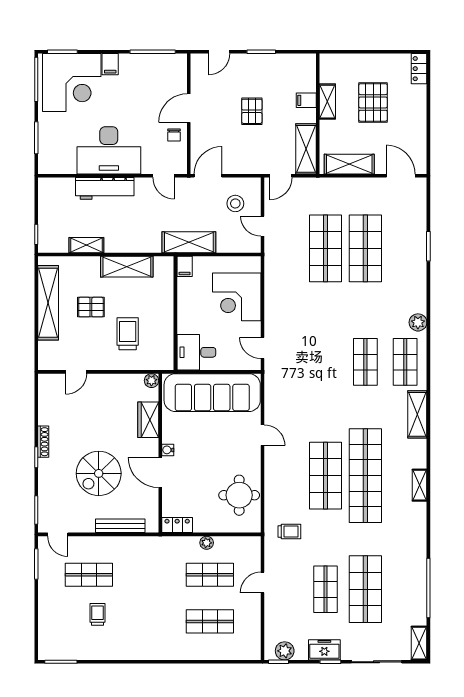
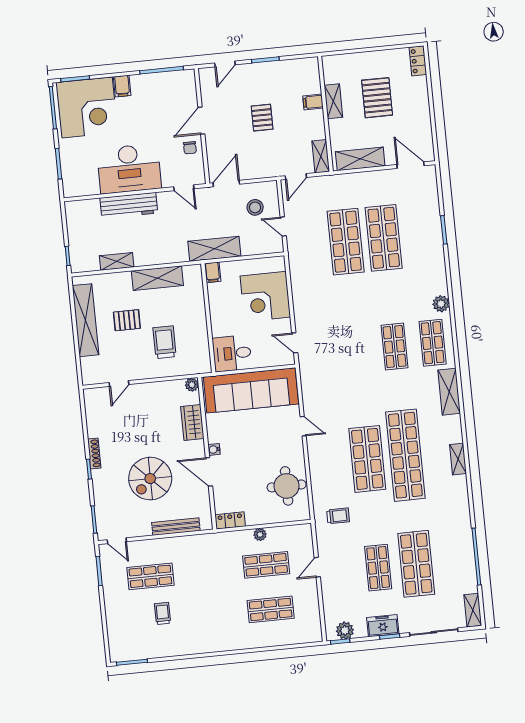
shelving: (306, 149) -> (321, 156), width x0.67, depth x0.75

